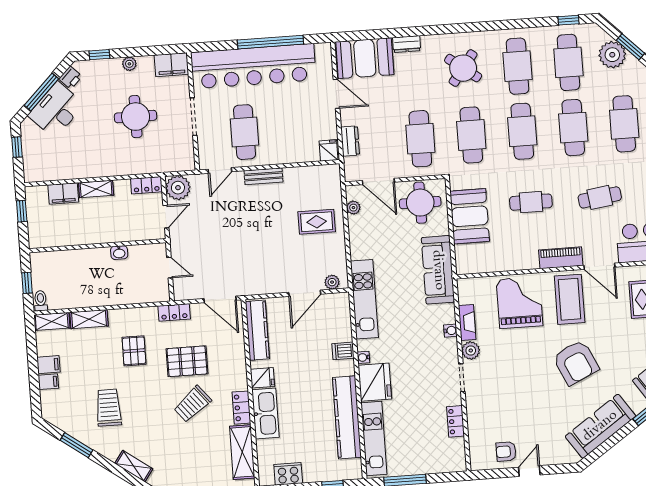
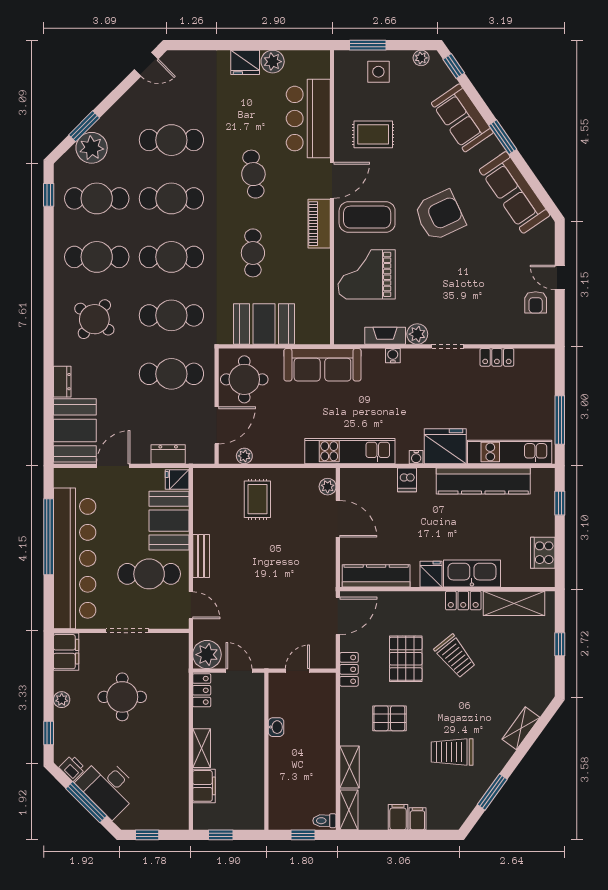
booth: (292, 146) -> (169, 521), added

